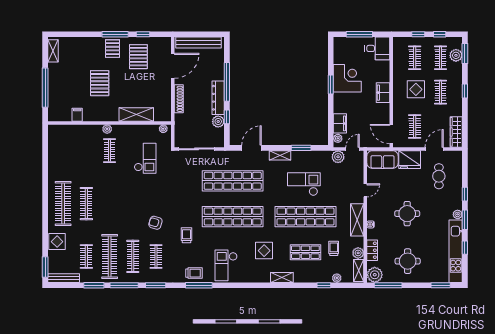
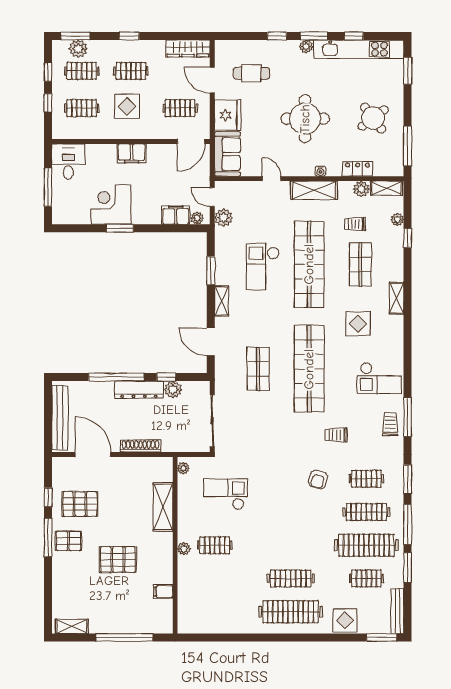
shop shelf: (233, 181) -> (258, 369), width x0.50, depth x0.74
round table: (407, 214) -> (305, 119), width x1.36, depth x1.36
round table: (408, 261) -> (373, 118), turned -37
plant: (375, 275) -> (393, 165), removed

